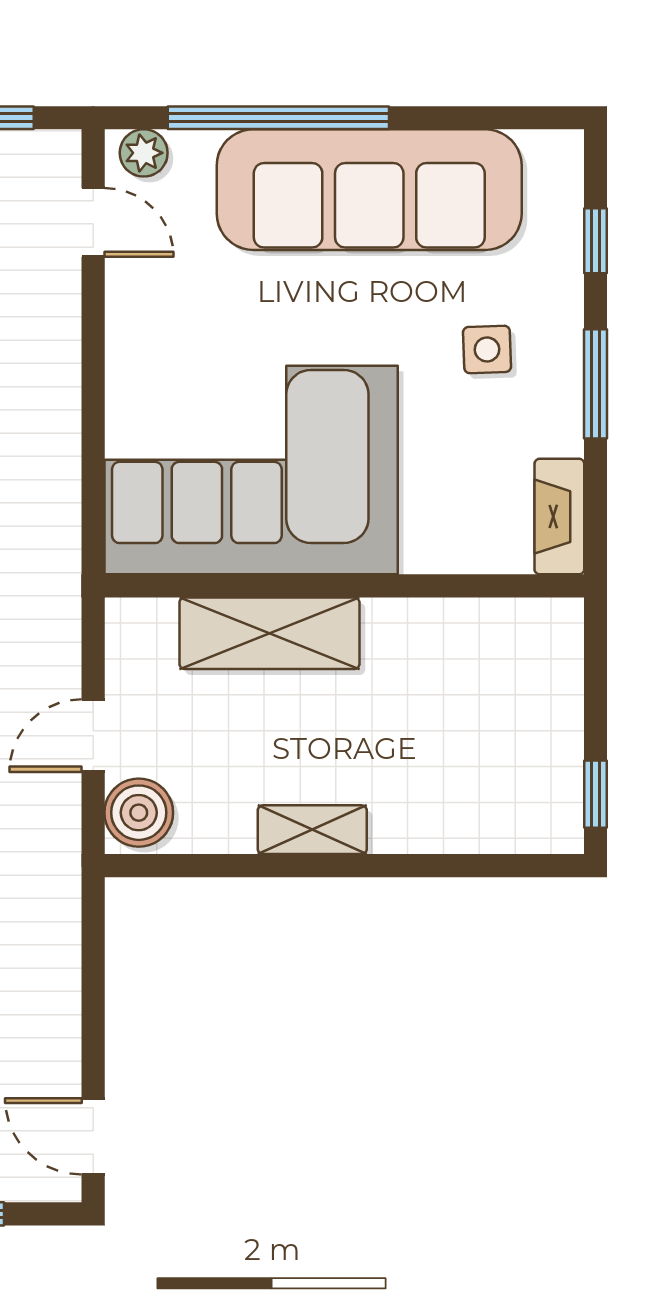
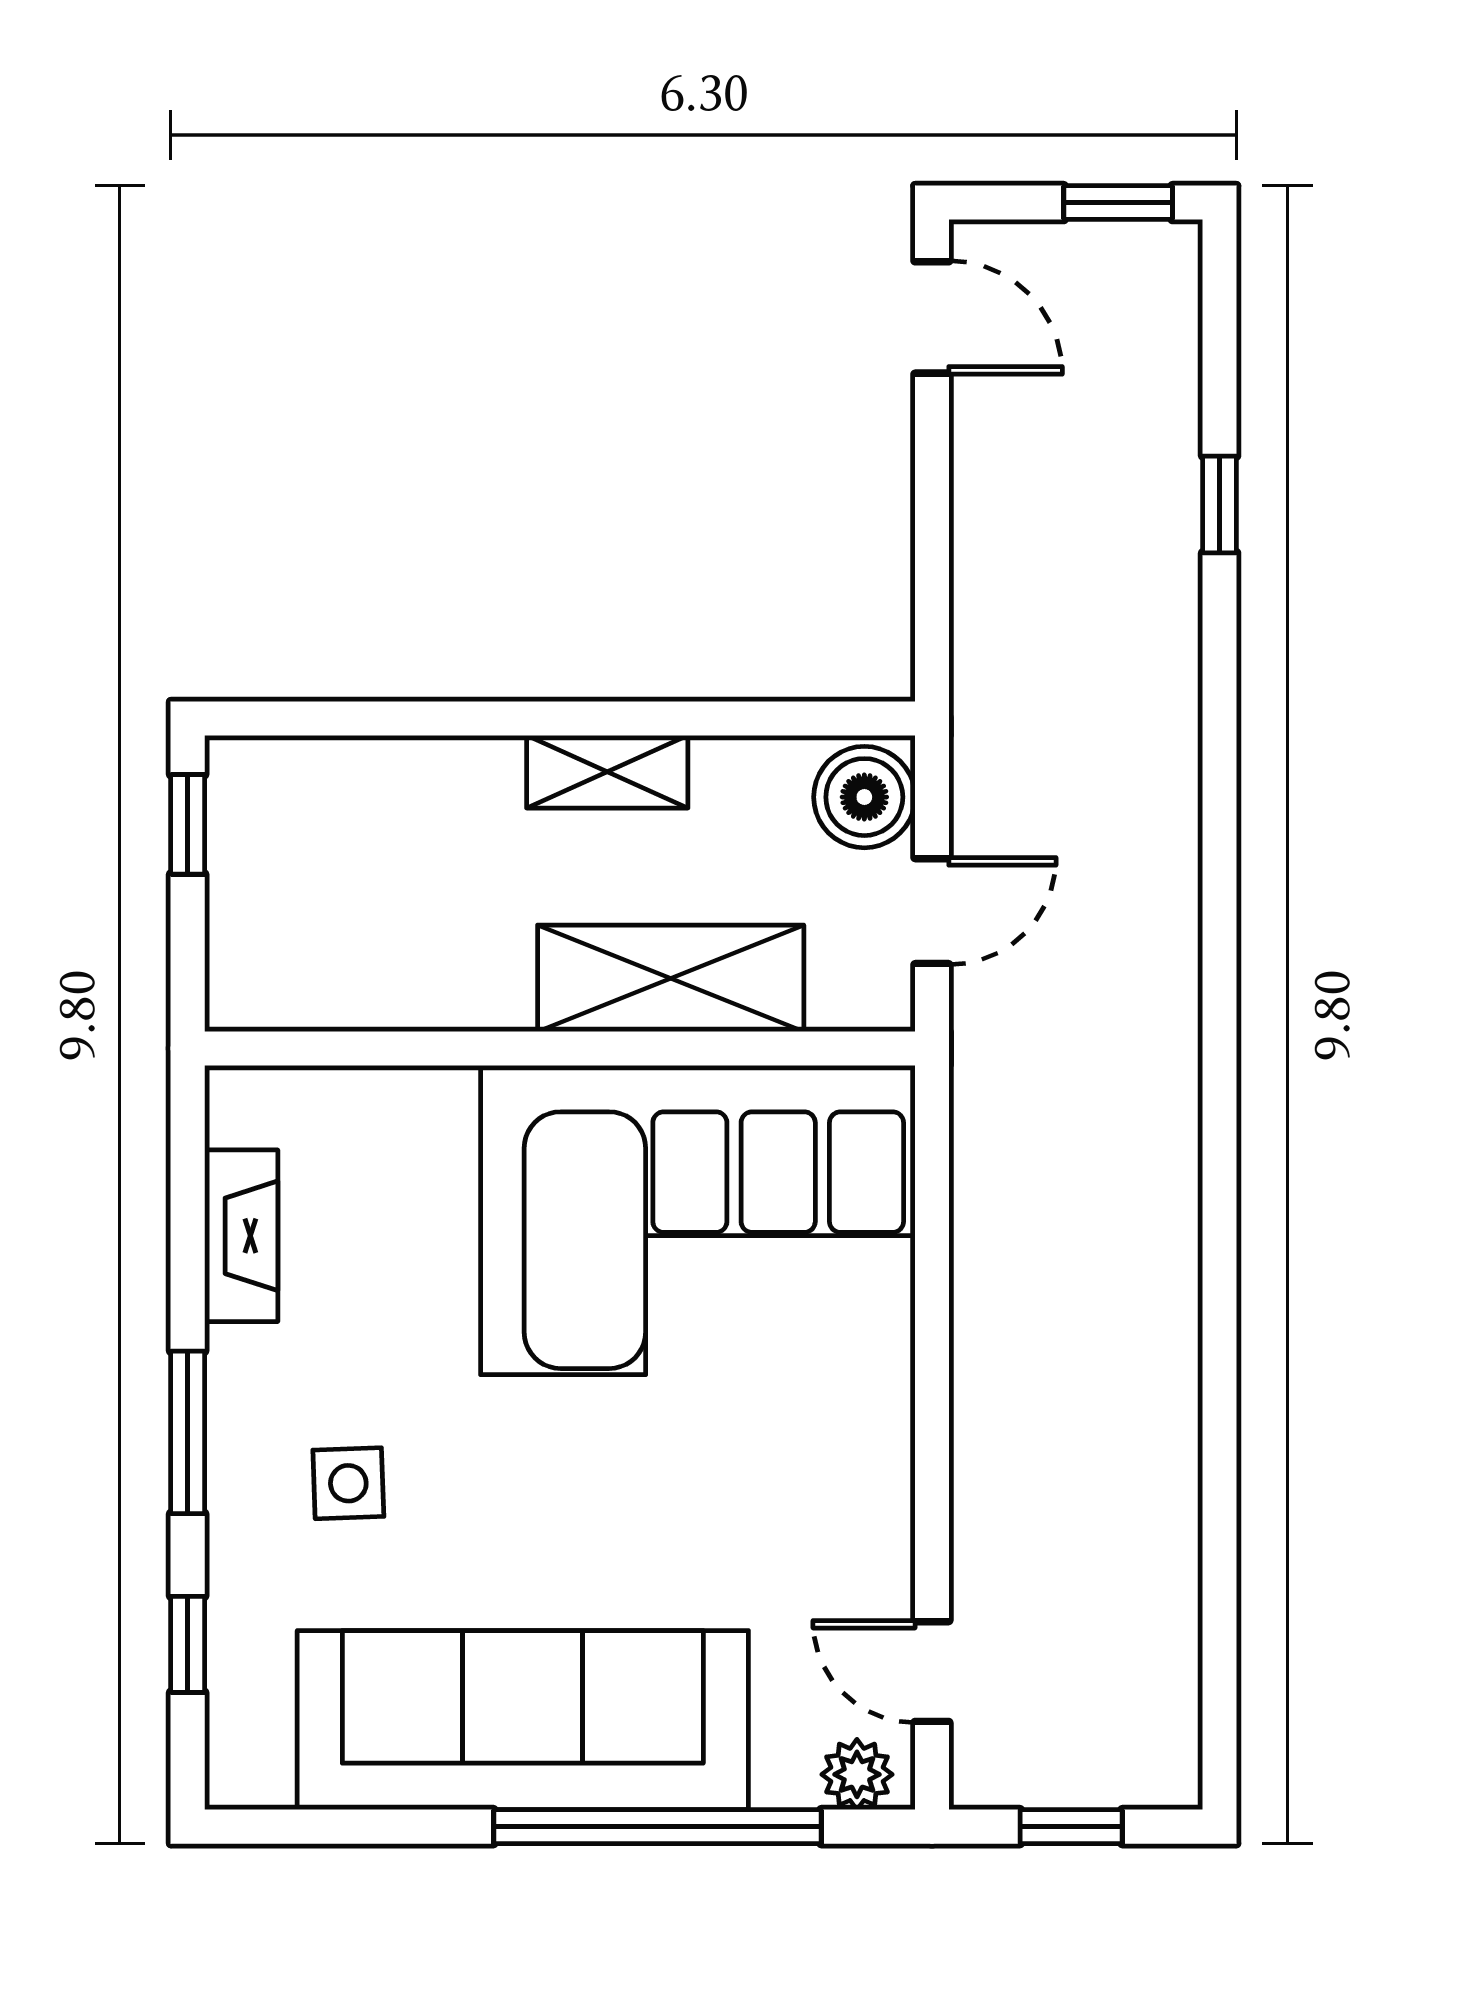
corner sofa: (251, 470) -> (698, 1220), moved
wall: (344, 586) -> (560, 1048), moved
shelving: (269, 633) -> (671, 978), moved

